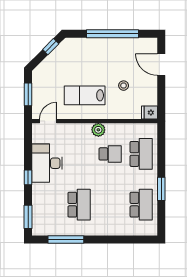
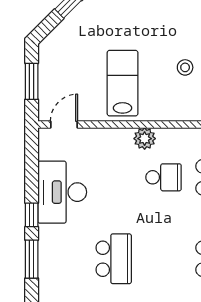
lab bench: (85, 95) -> (123, 83), turned 90
window: (28, 217) -> (32, 259), moved

